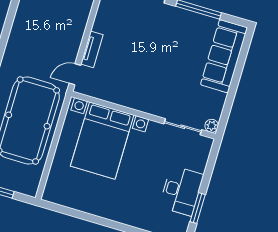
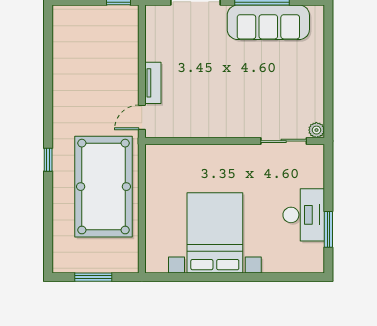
sofa: (224, 56) -> (268, 22), moved, turned -90
bed with nightstands: (102, 141) -> (215, 233), moved, turned 180

